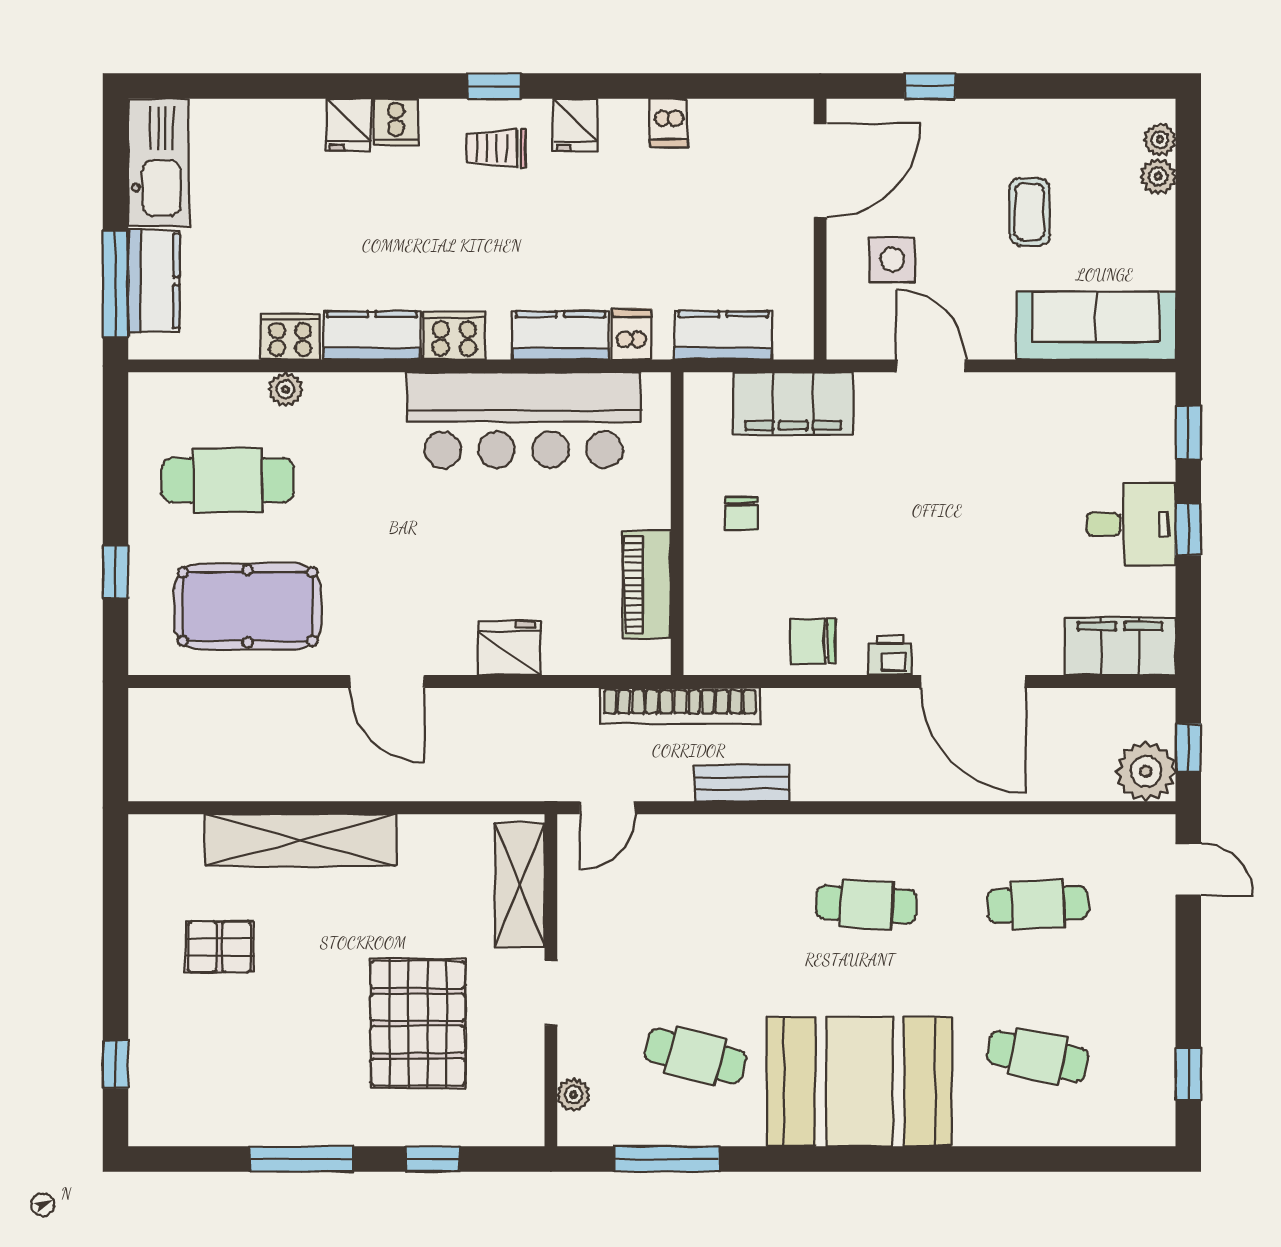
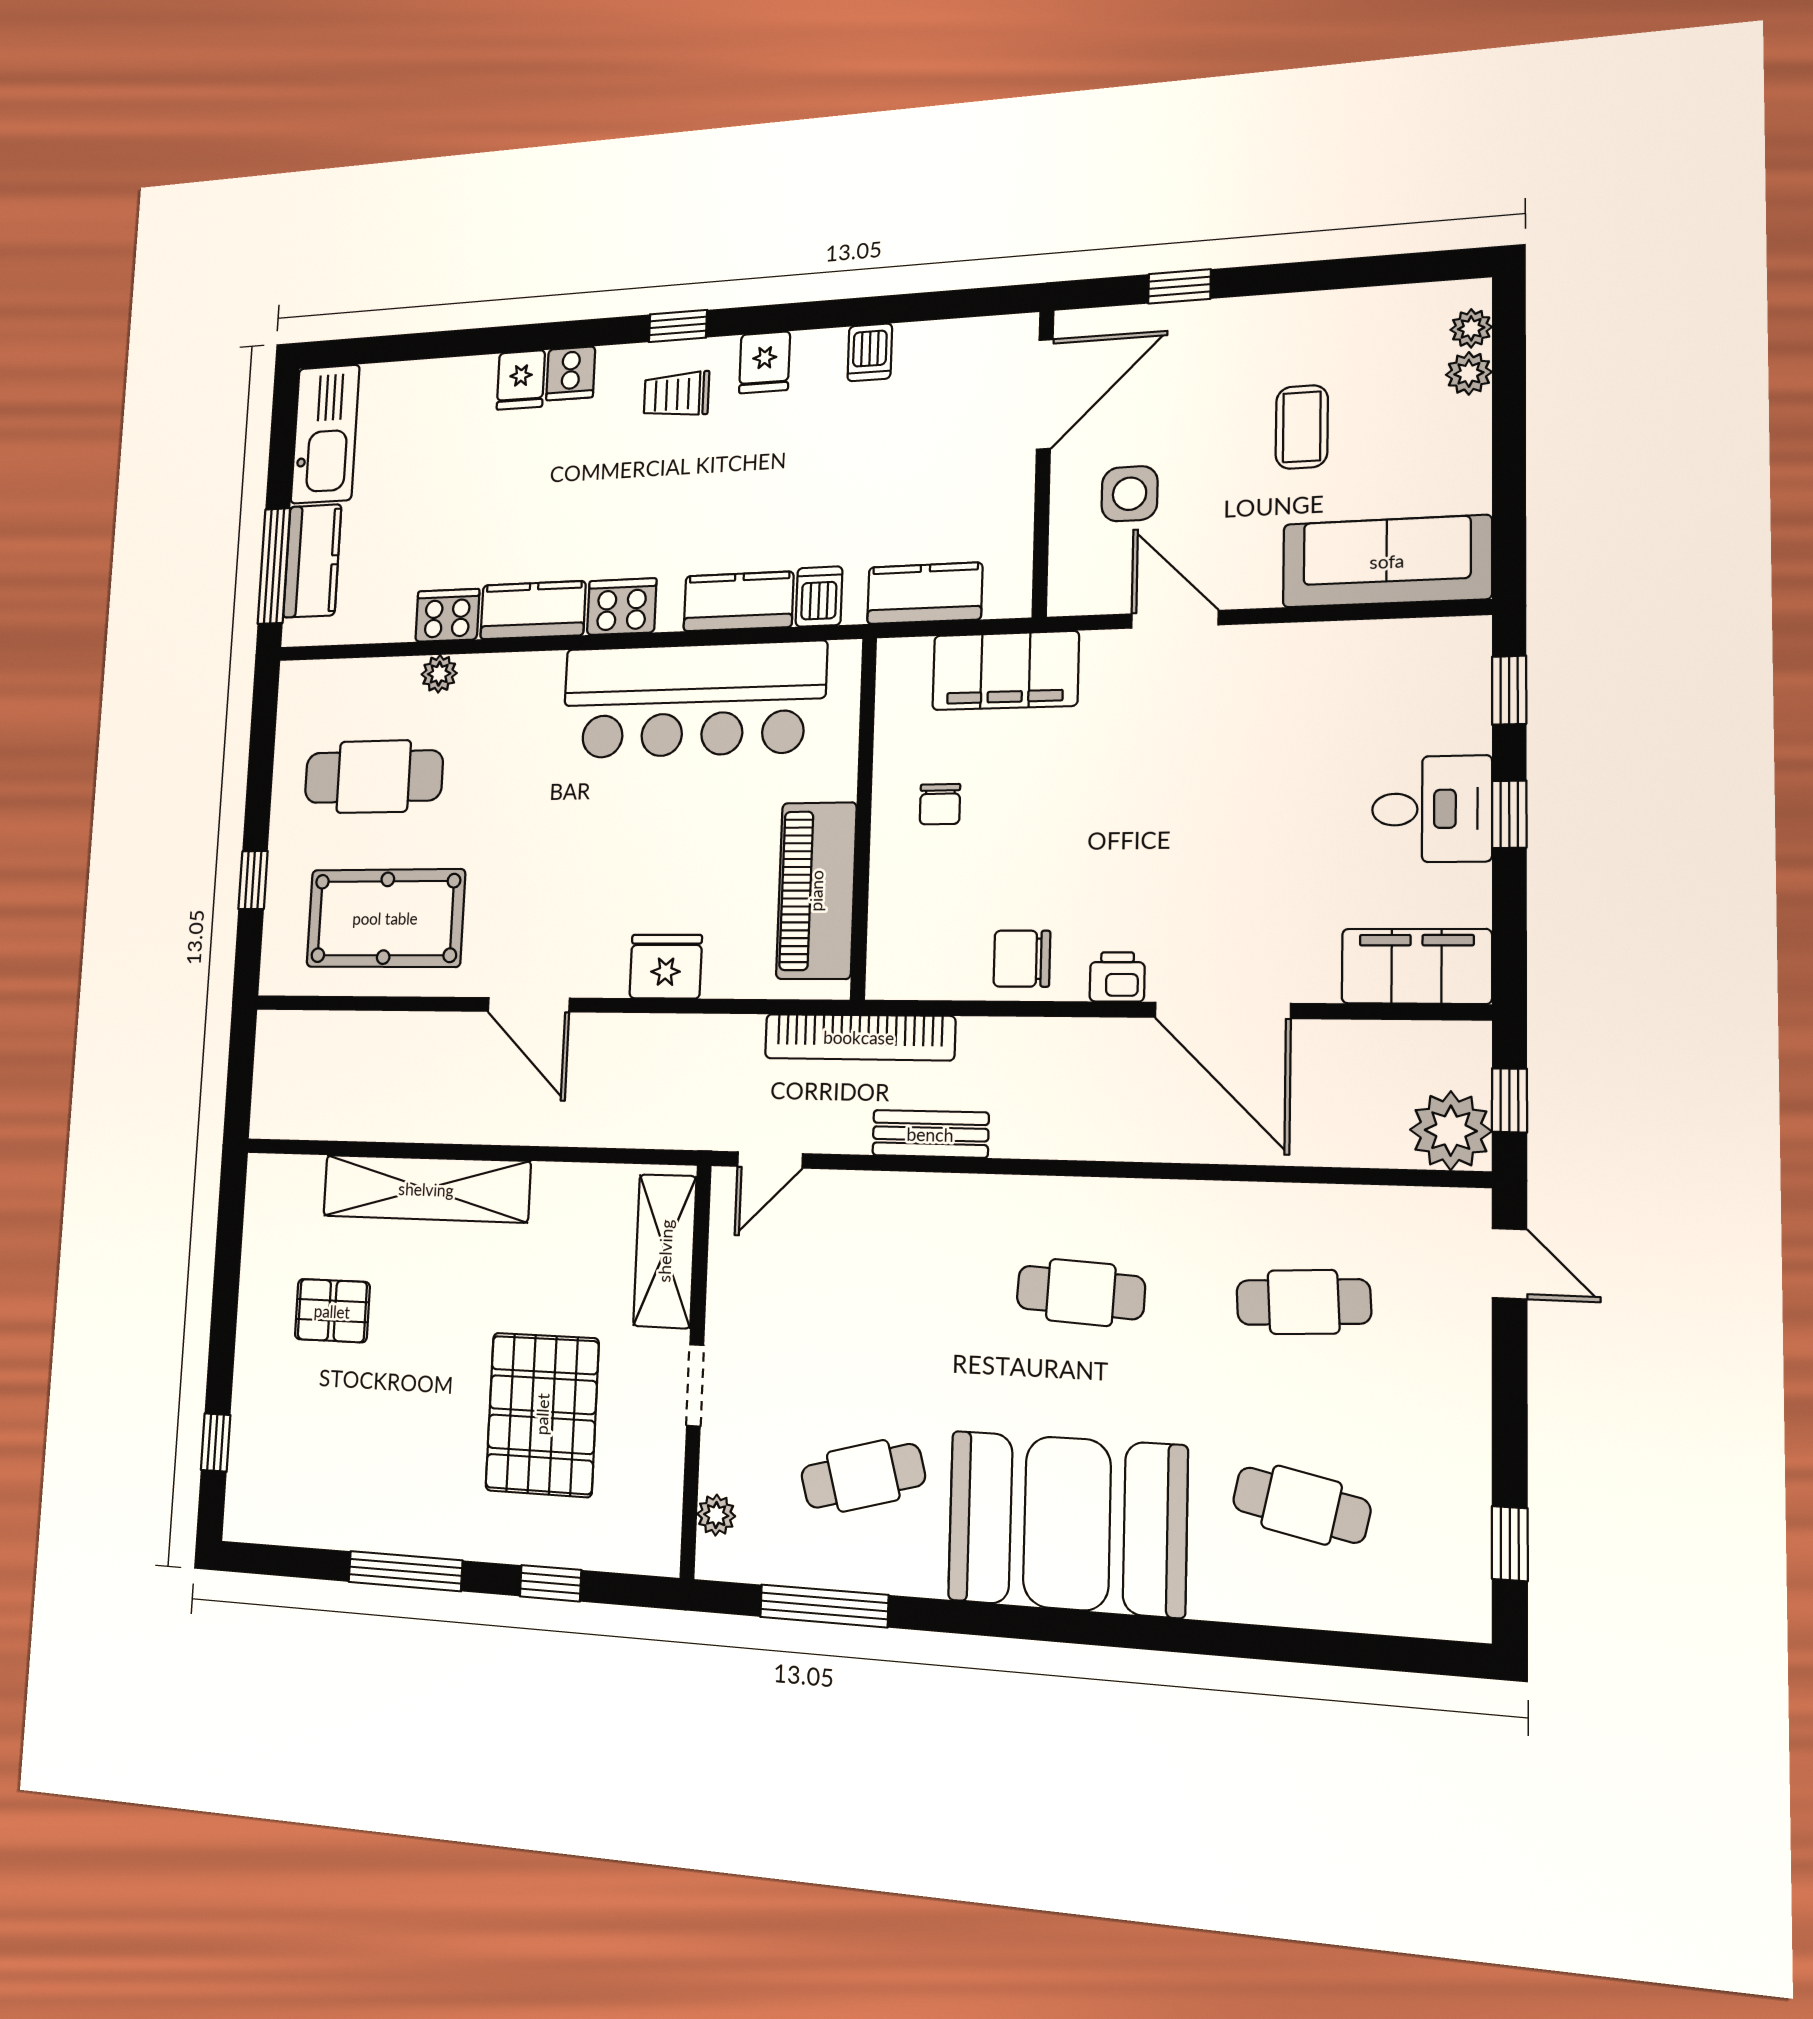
piano: (647, 585) -> (816, 891), width x1.37, depth x1.33
cafe table: (695, 1056) -> (863, 1476), turned -30

